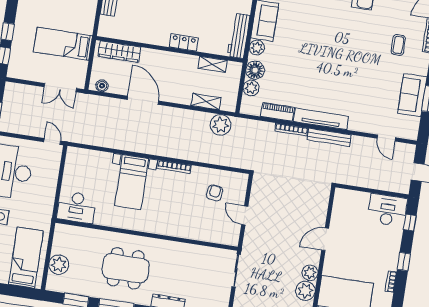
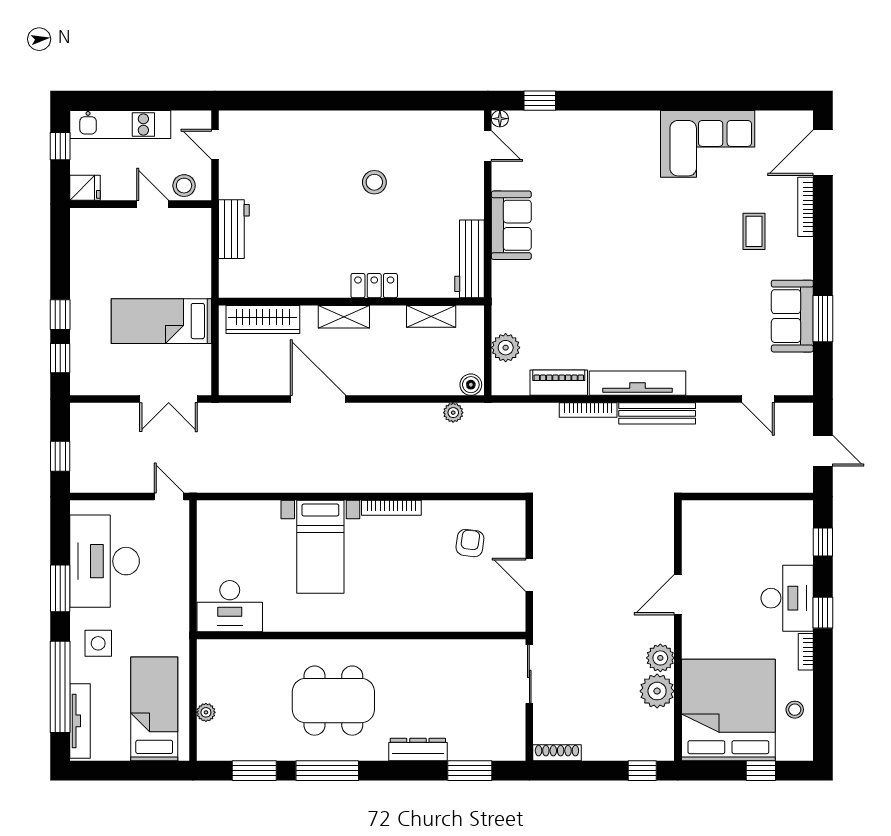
plant: (257, 48) -> (505, 275), removed
floor lamp: (255, 70) -> (508, 315), removed
boiler: (102, 86) -> (471, 385), moved
shelving: (206, 102) -> (344, 317), moved
plant: (221, 125) -> (453, 413), width x0.53, depth x0.53
desk: (387, 210) -> (787, 598), moved, turned 90
plant: (59, 265) -> (206, 712), width x0.53, depth x0.53

